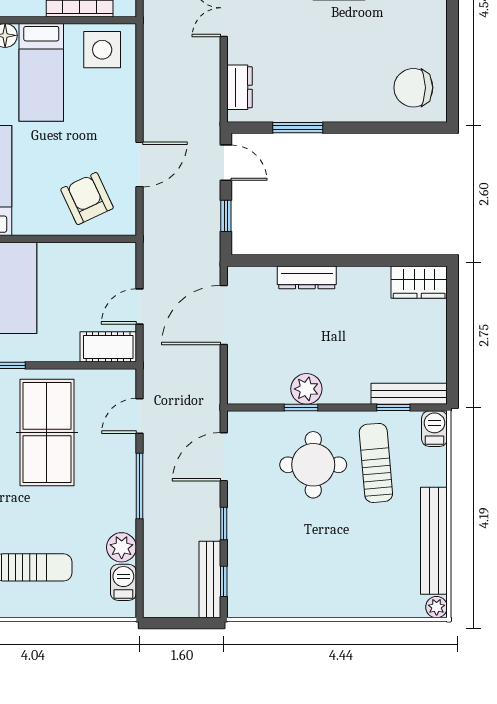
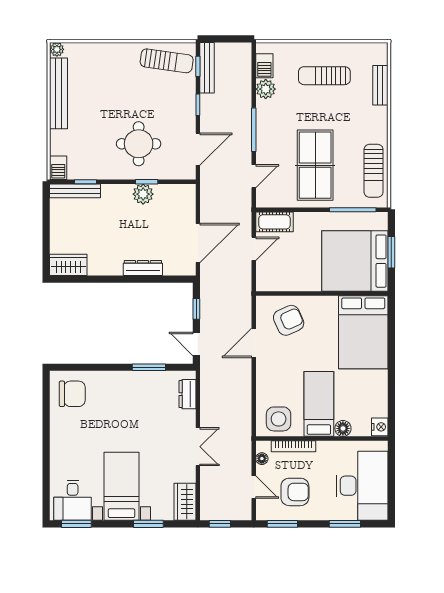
armchair: (87, 199) -> (289, 320), turned -89
sun lounger: (376, 463) -> (167, 61), moved, turned -77

